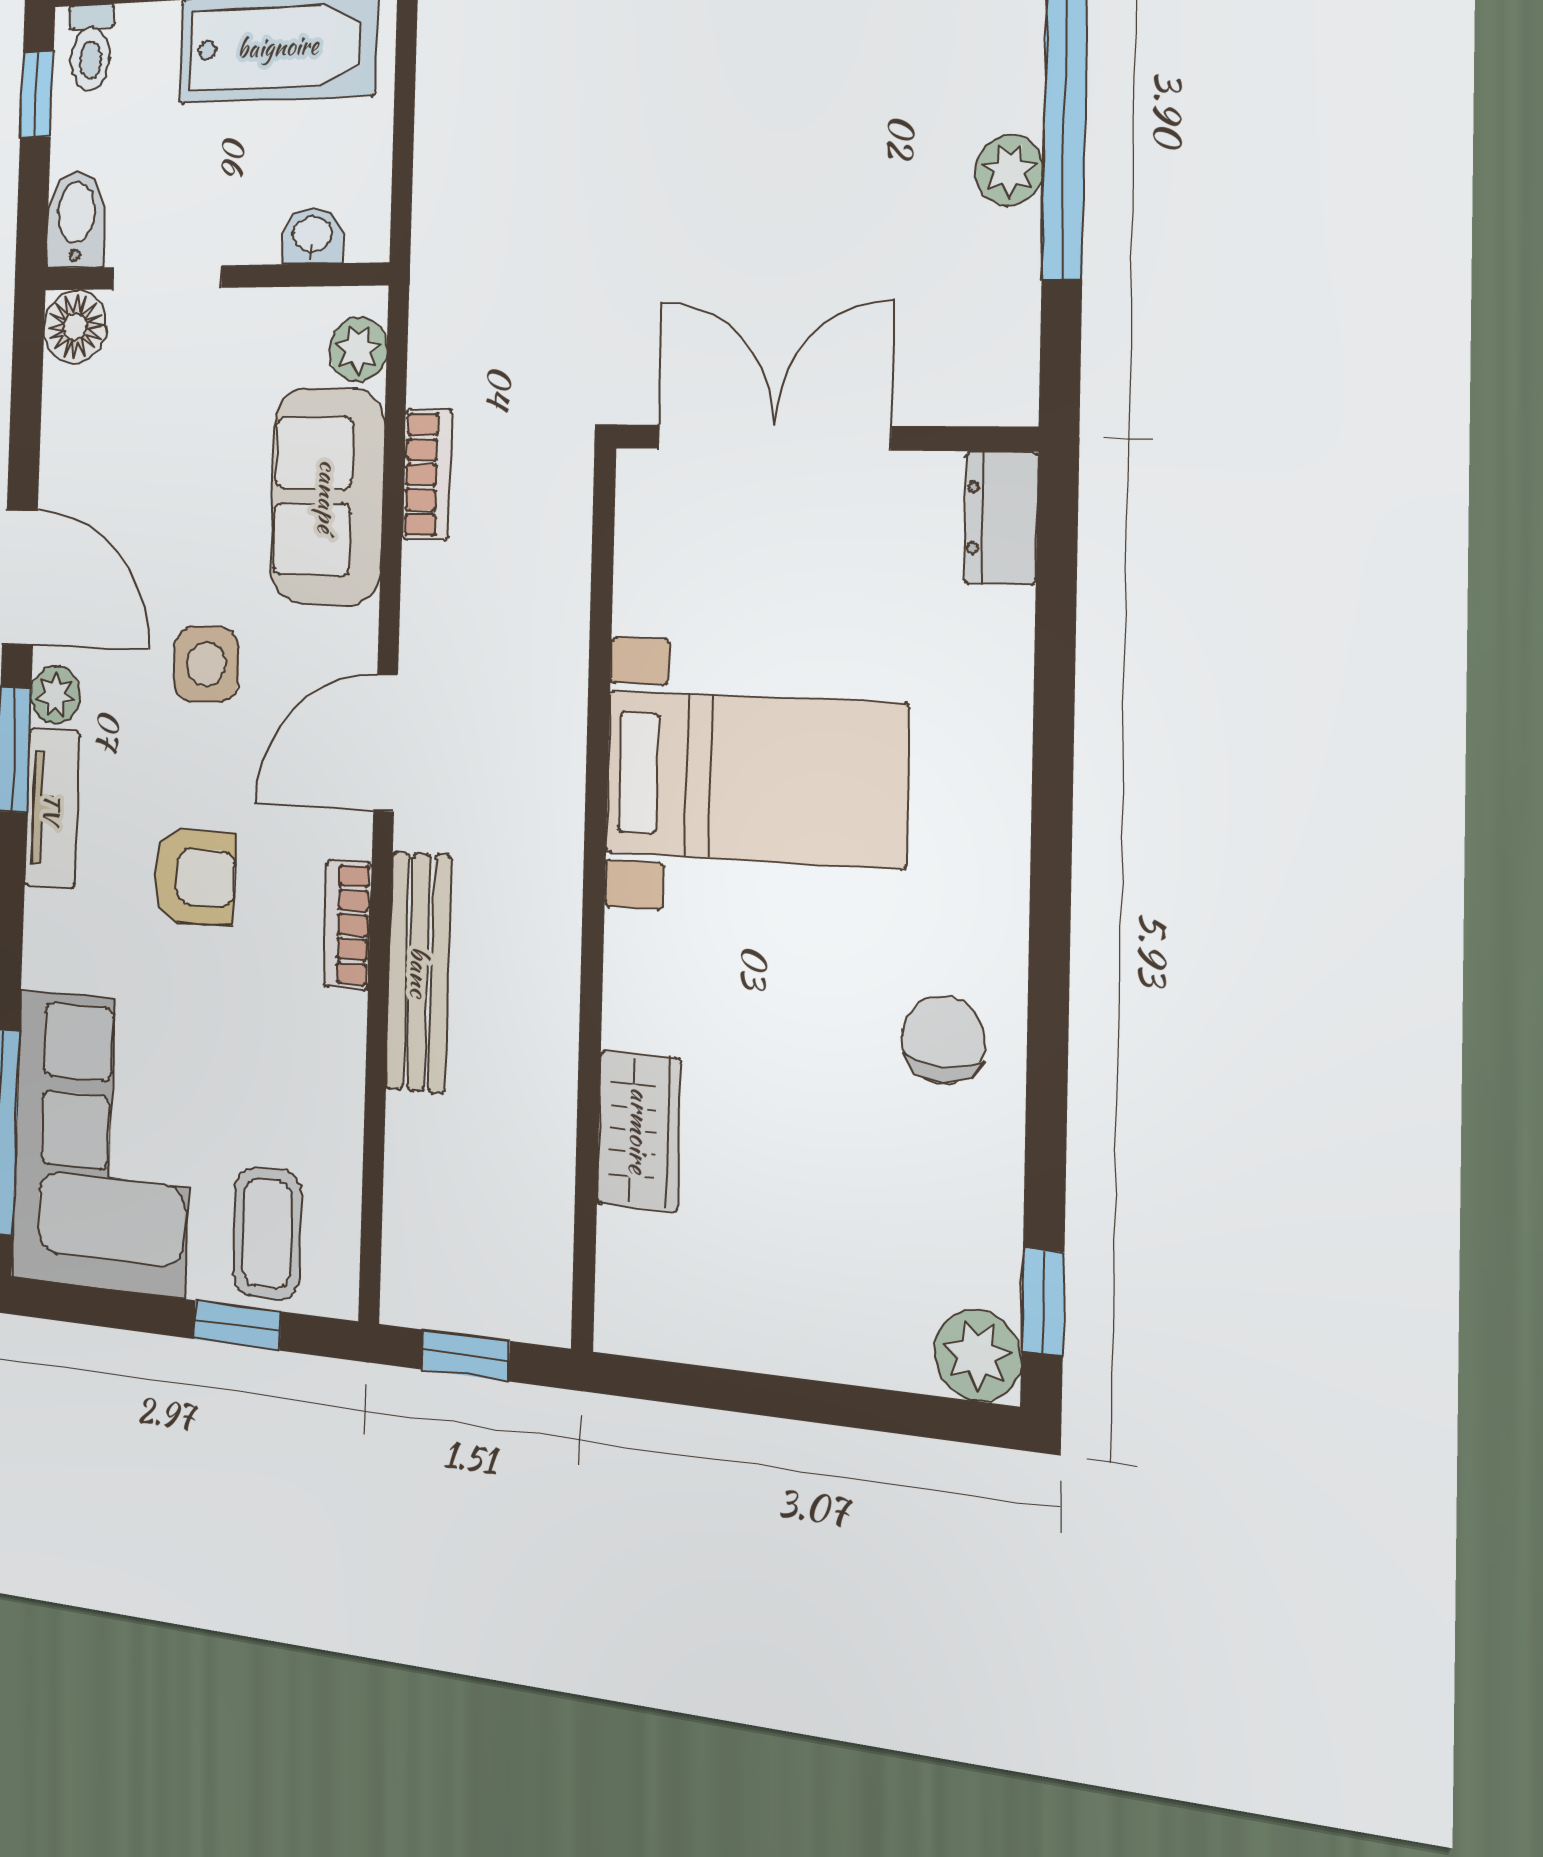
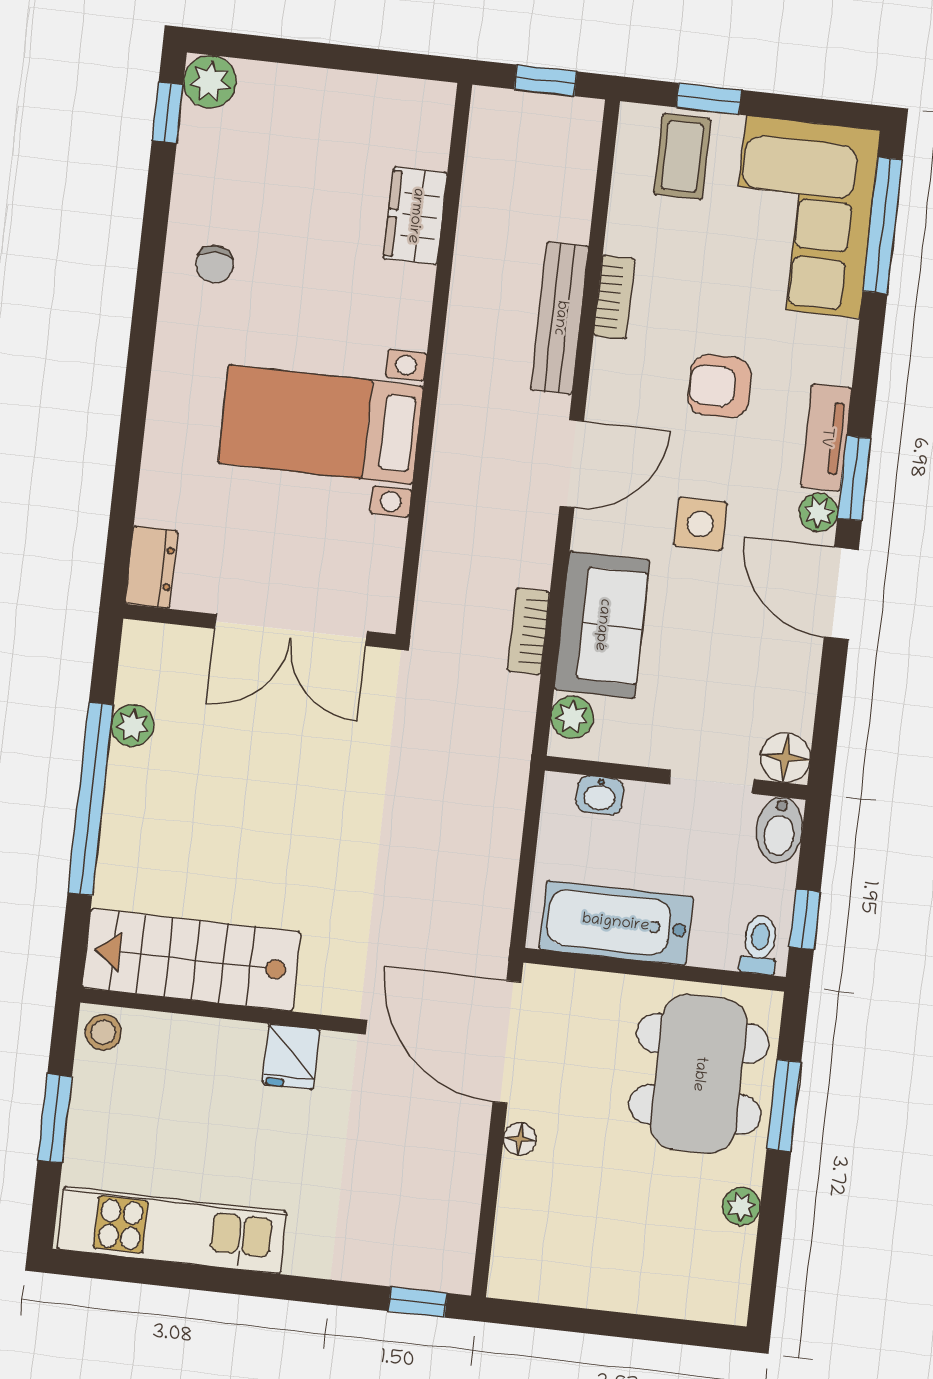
plant: (1010, 170) -> (132, 725), moved
bookcase: (348, 925) -> (614, 297), moved
chair: (943, 1040) -> (215, 264), width x0.73, depth x0.73

